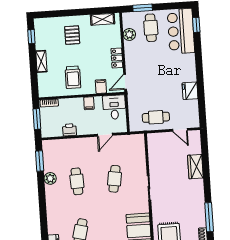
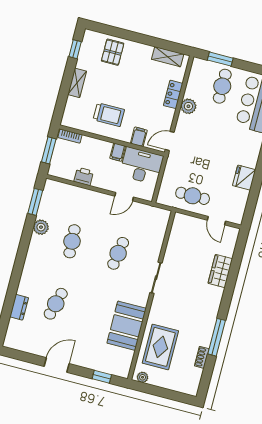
plant: (129, 34) -> (188, 106), moved
pallet: (72, 35) -> (113, 52), moved
locker: (117, 58) -> (173, 94), moved
trolley: (73, 77) -> (109, 115), turned -90
desk: (114, 107) -> (142, 166), width x1.37

